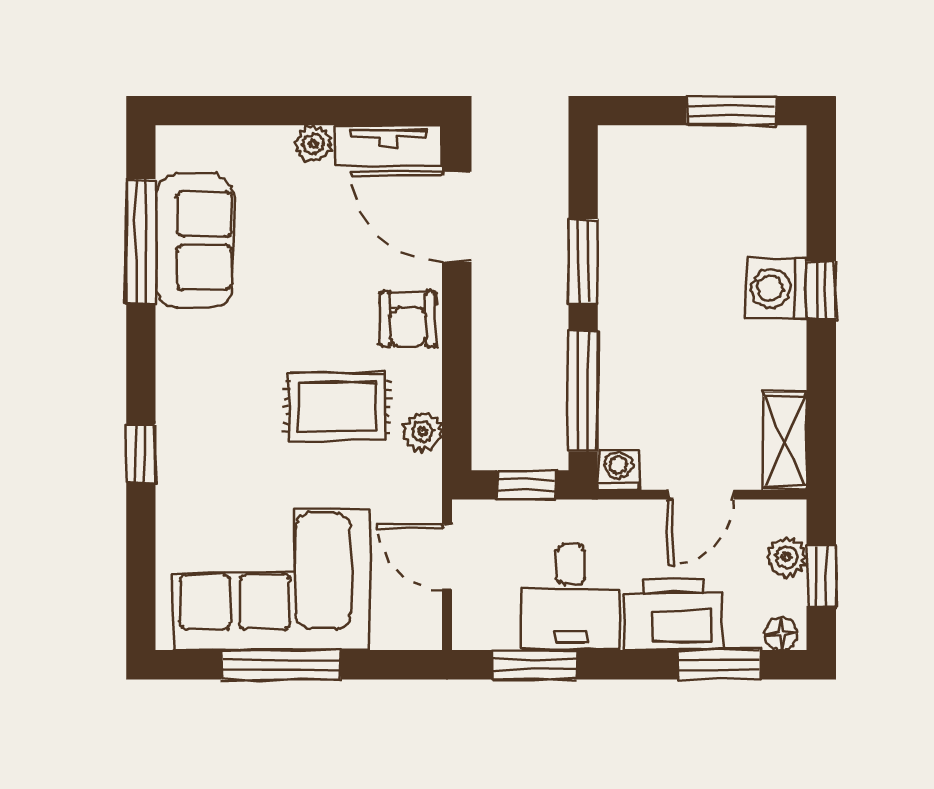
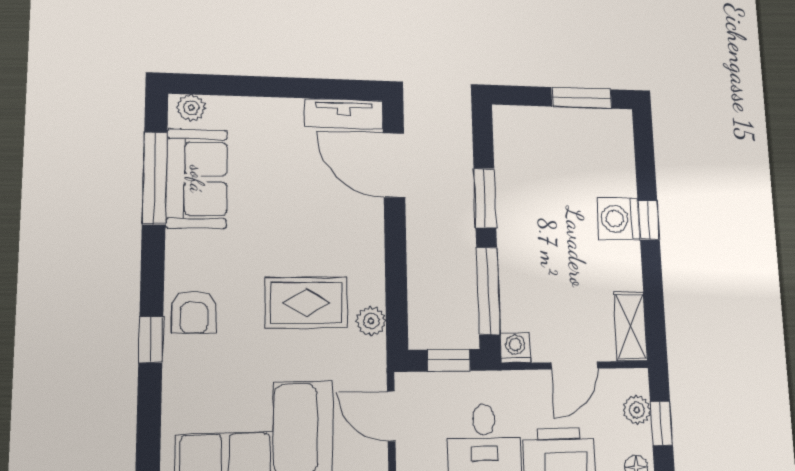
plant: (313, 144) -> (191, 108), moved
armchair: (408, 319) -> (194, 312), moved

